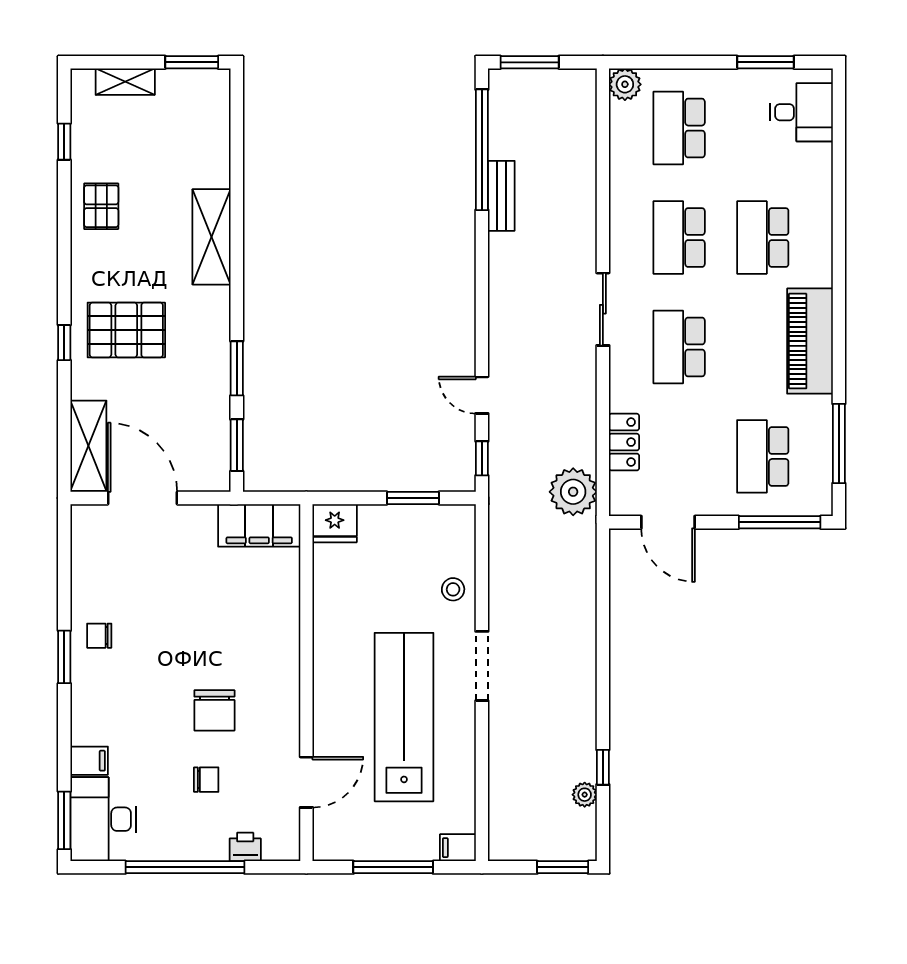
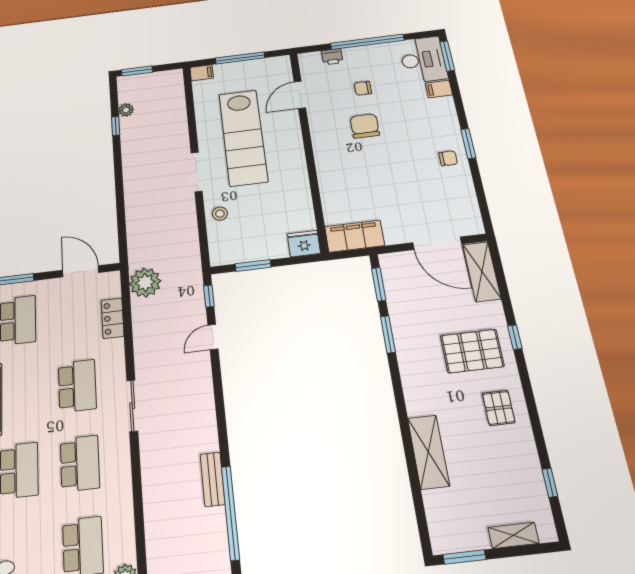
pallet: (101, 206) -> (499, 408), moved
shelving: (212, 237) -> (428, 452), moved
door: (482, 395) -> (213, 337), swing flipped

